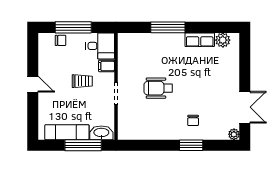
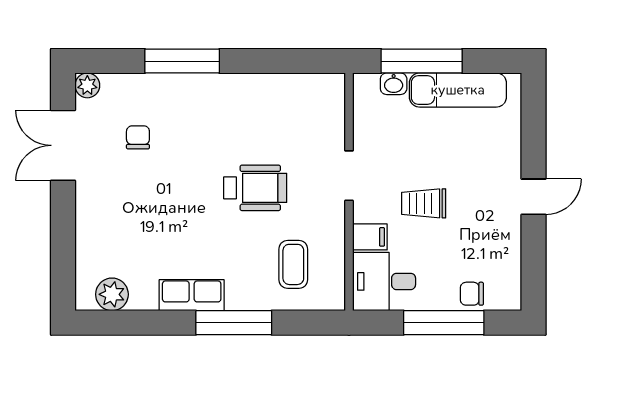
row of seats: (200, 40) -> (192, 295), moved
coffee table: (141, 54) -> (293, 264), added
door: (33, 84) -> (534, 197), swing flipped
chair: (193, 120) -> (138, 137), moved
washbasin: (101, 133) -> (394, 84), width x0.52, depth x0.69
window: (191, 145) -> (182, 61), width x1.44

